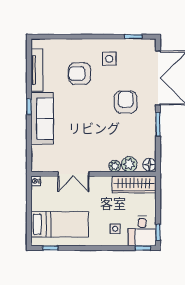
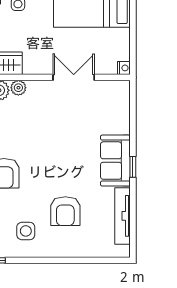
armchair: (80, 74) -> (65, 211), turned 90
sofa: (42, 118) -> (115, 161), width x0.73

